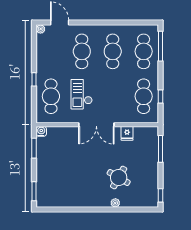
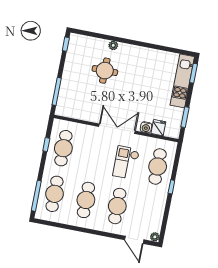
checkout: (82, 94) -> (126, 163), turned 180
water cooler: (41, 131) -> (146, 127), moved
fridge: (127, 133) -> (158, 128), moved
round table: (119, 178) -> (105, 71), turned -30
kitchen unit: (43, 182) -> (182, 81), added

